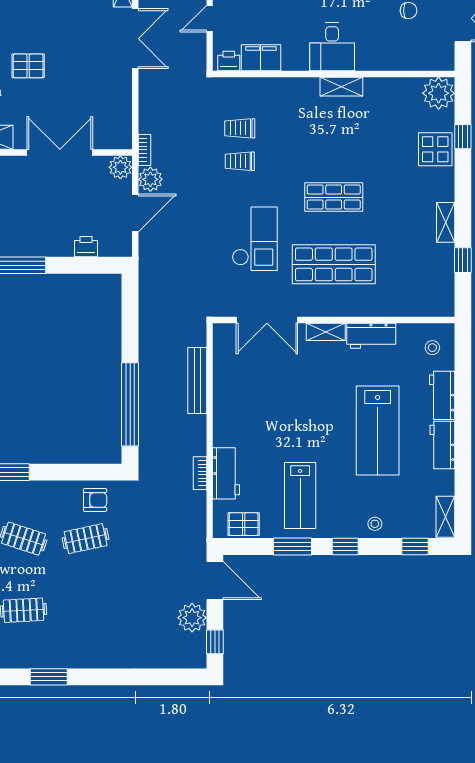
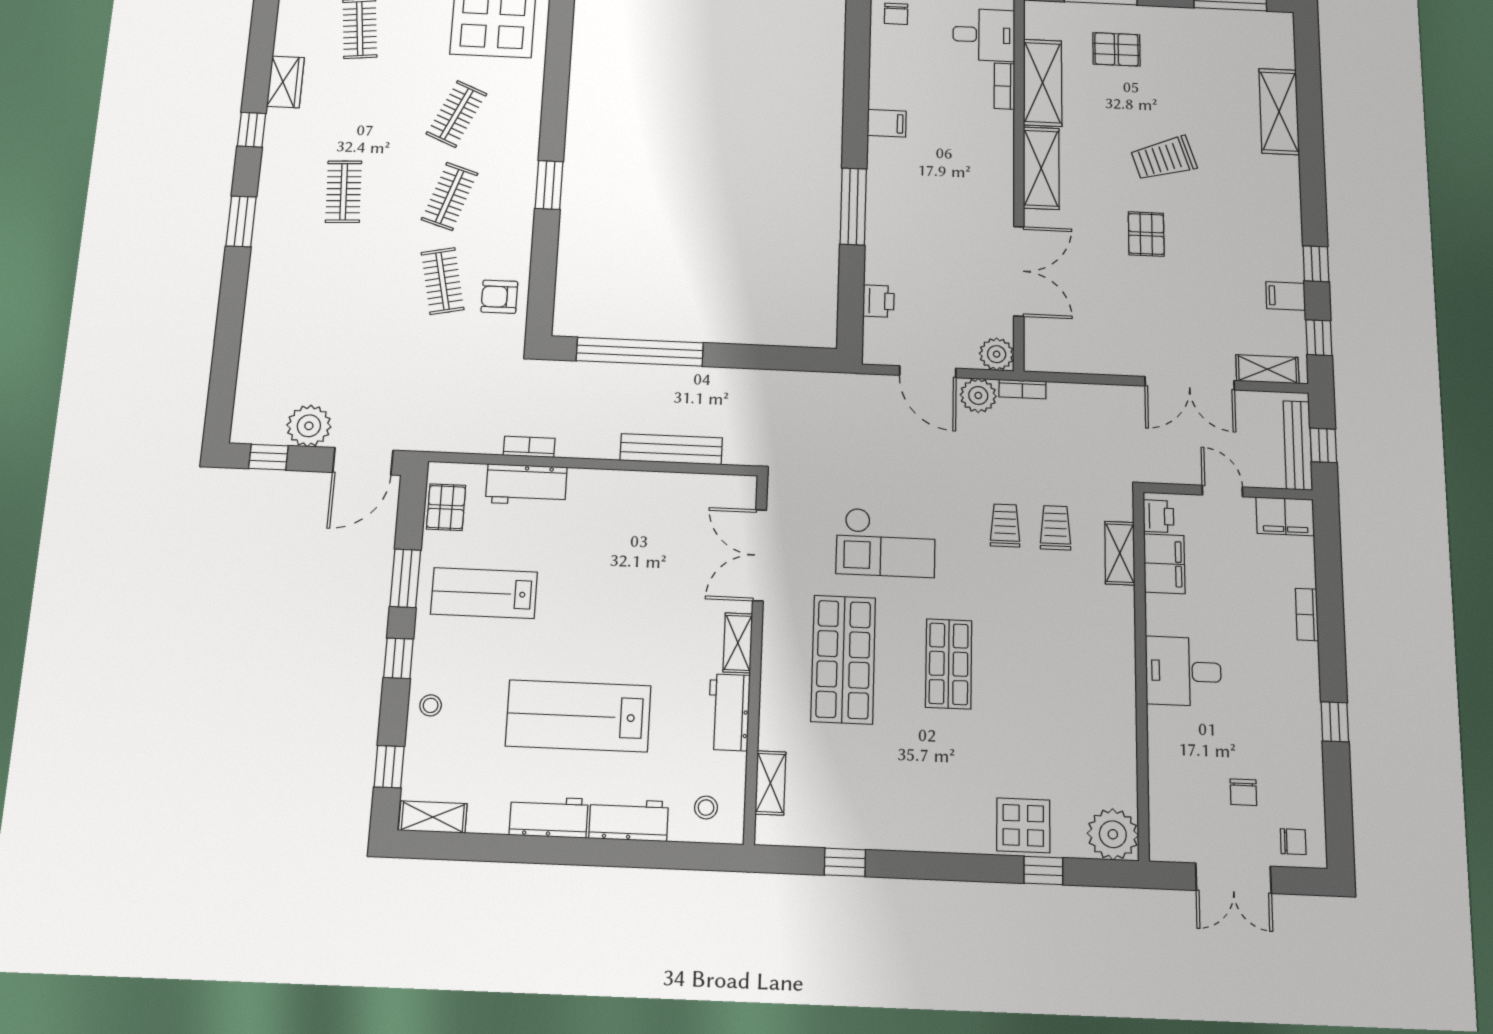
shelving: (341, 87) -> (1120, 553), moved
shelving: (446, 222) -> (770, 783), moved, turned 90
armchair: (95, 500) -> (499, 297), turned 90

